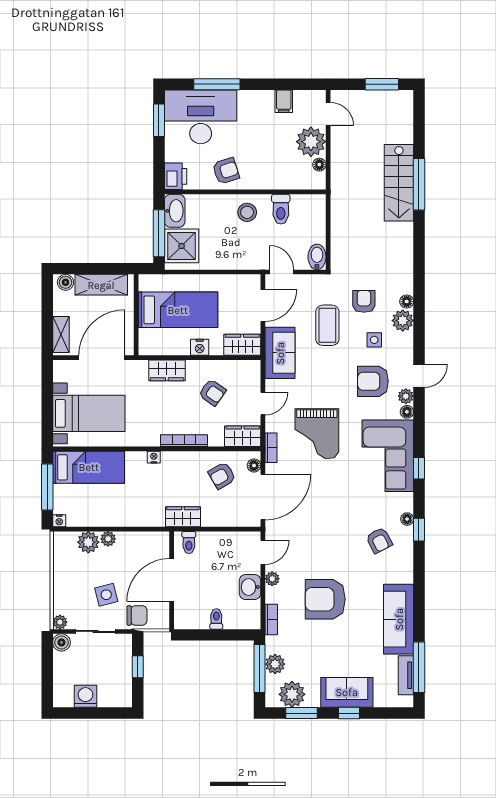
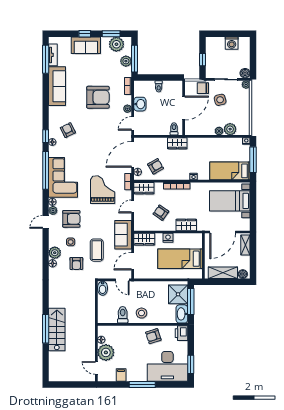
window: (217, 84) -> (142, 385), moved
window: (382, 84) -> (66, 385), removed
window: (419, 468) -> (46, 170), width x3.17

